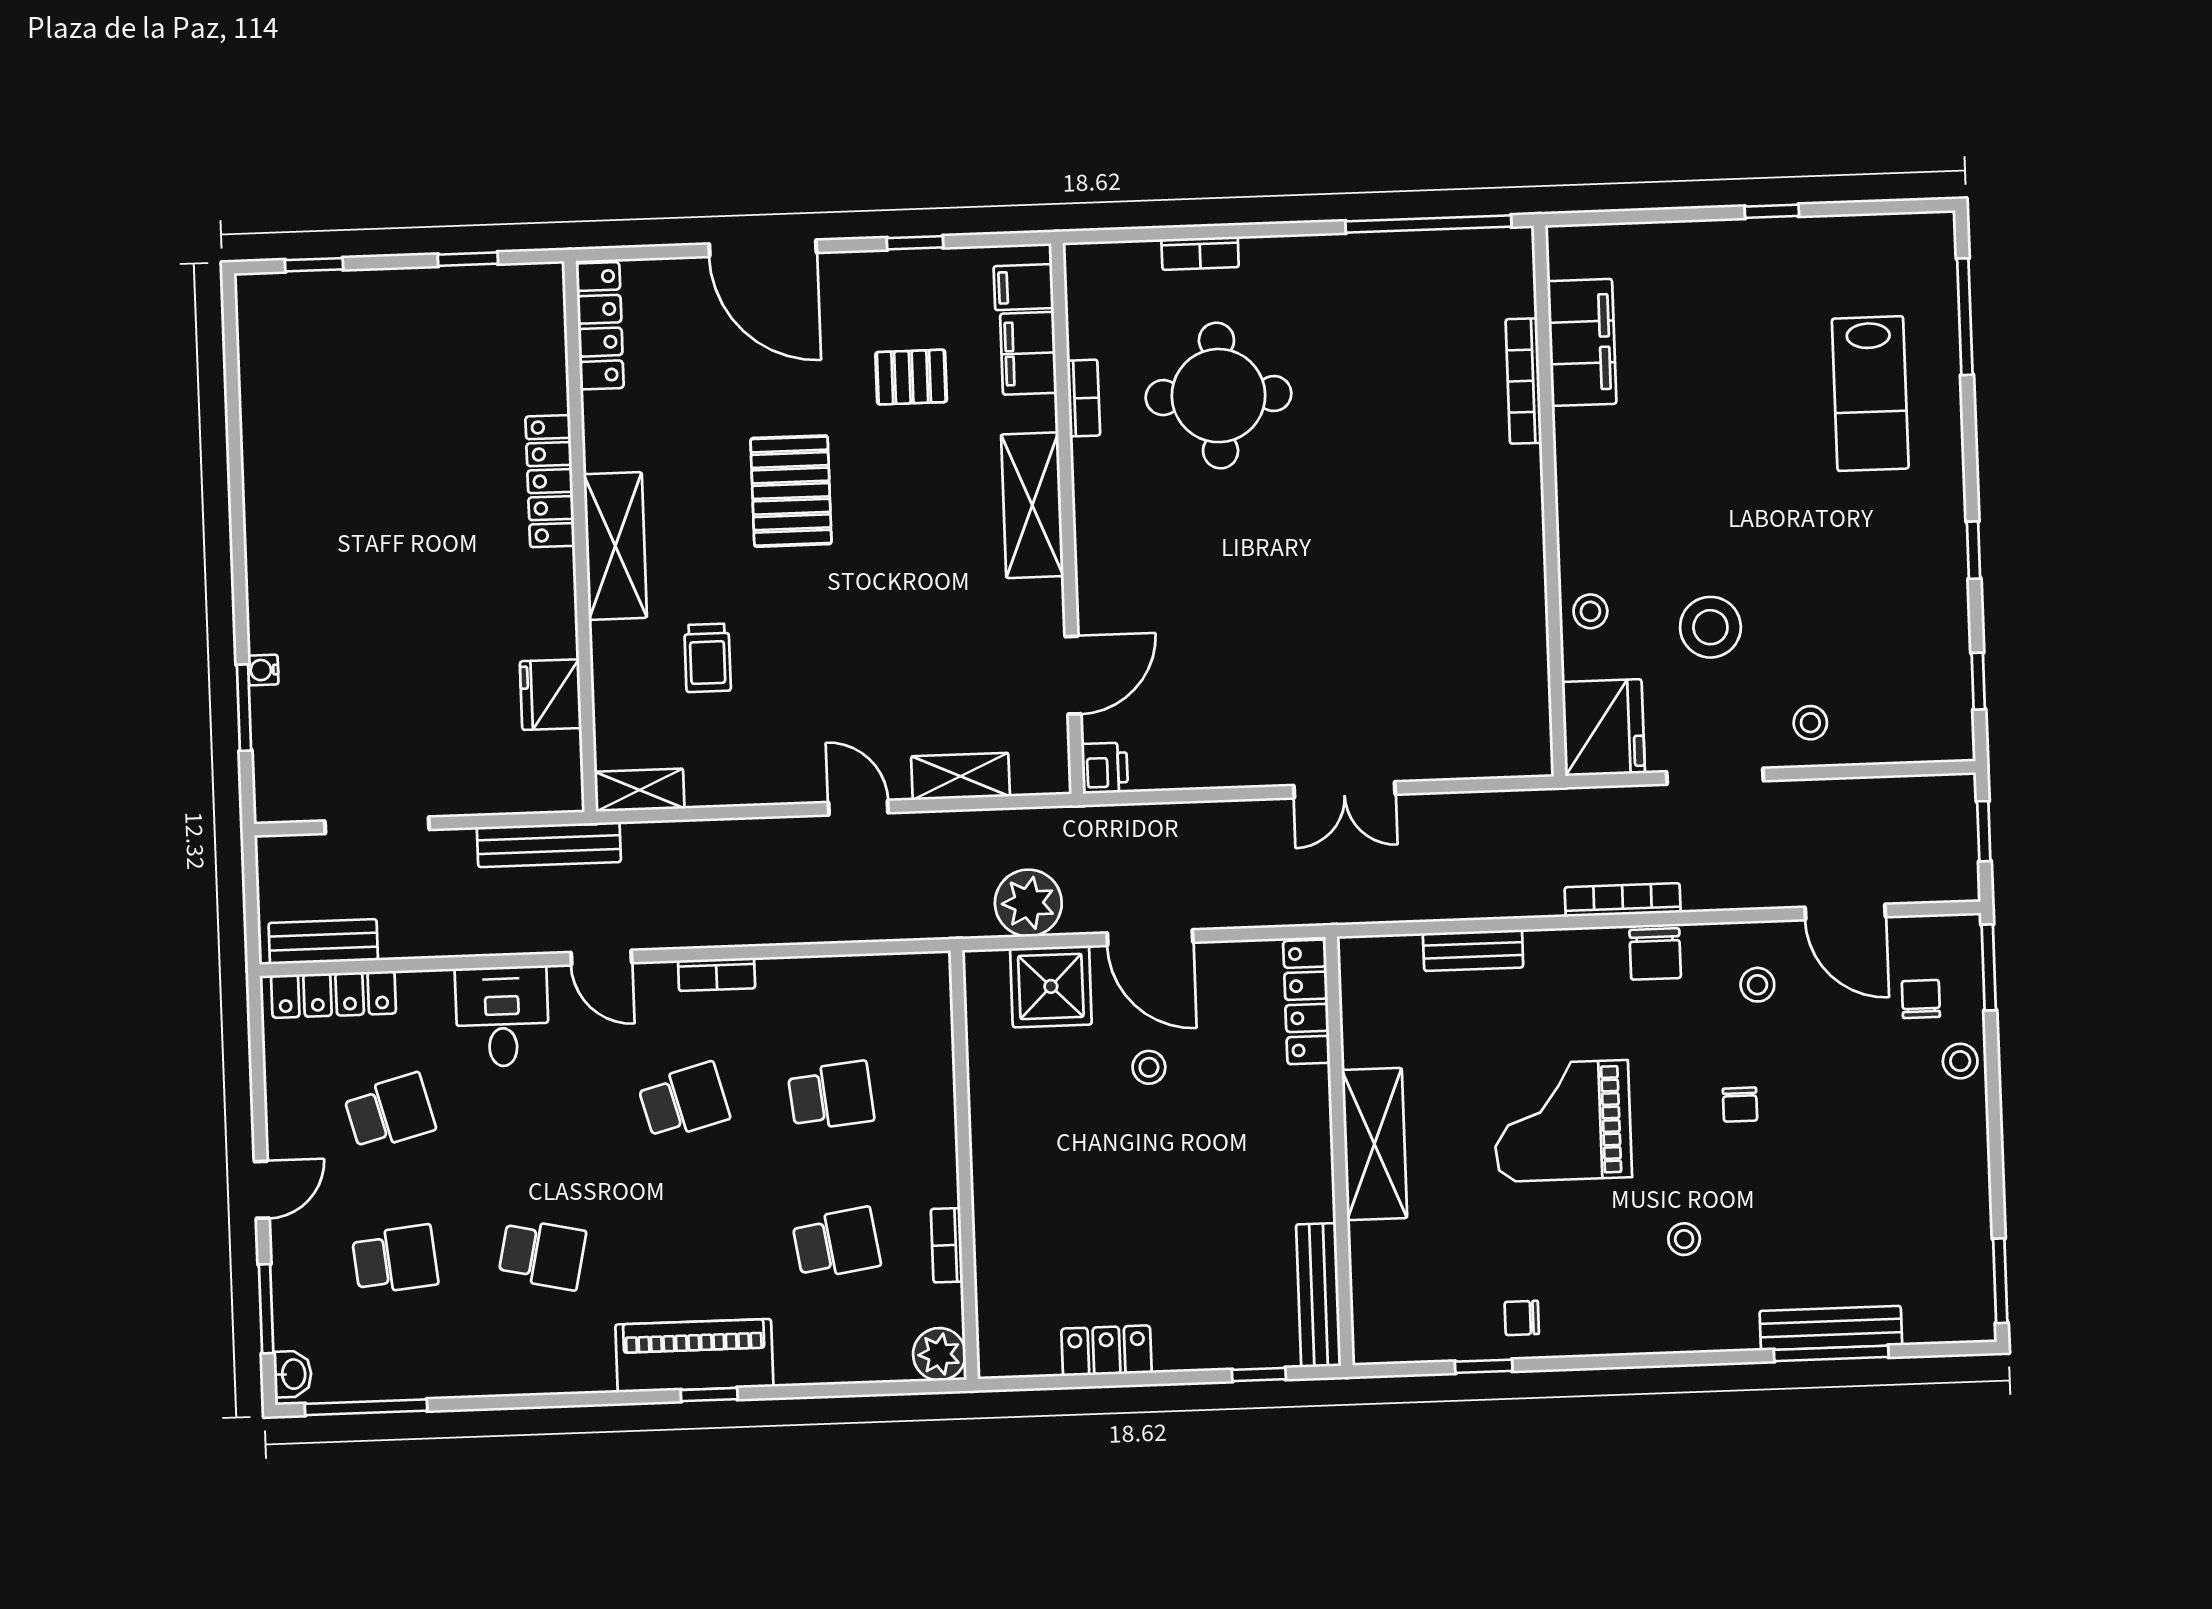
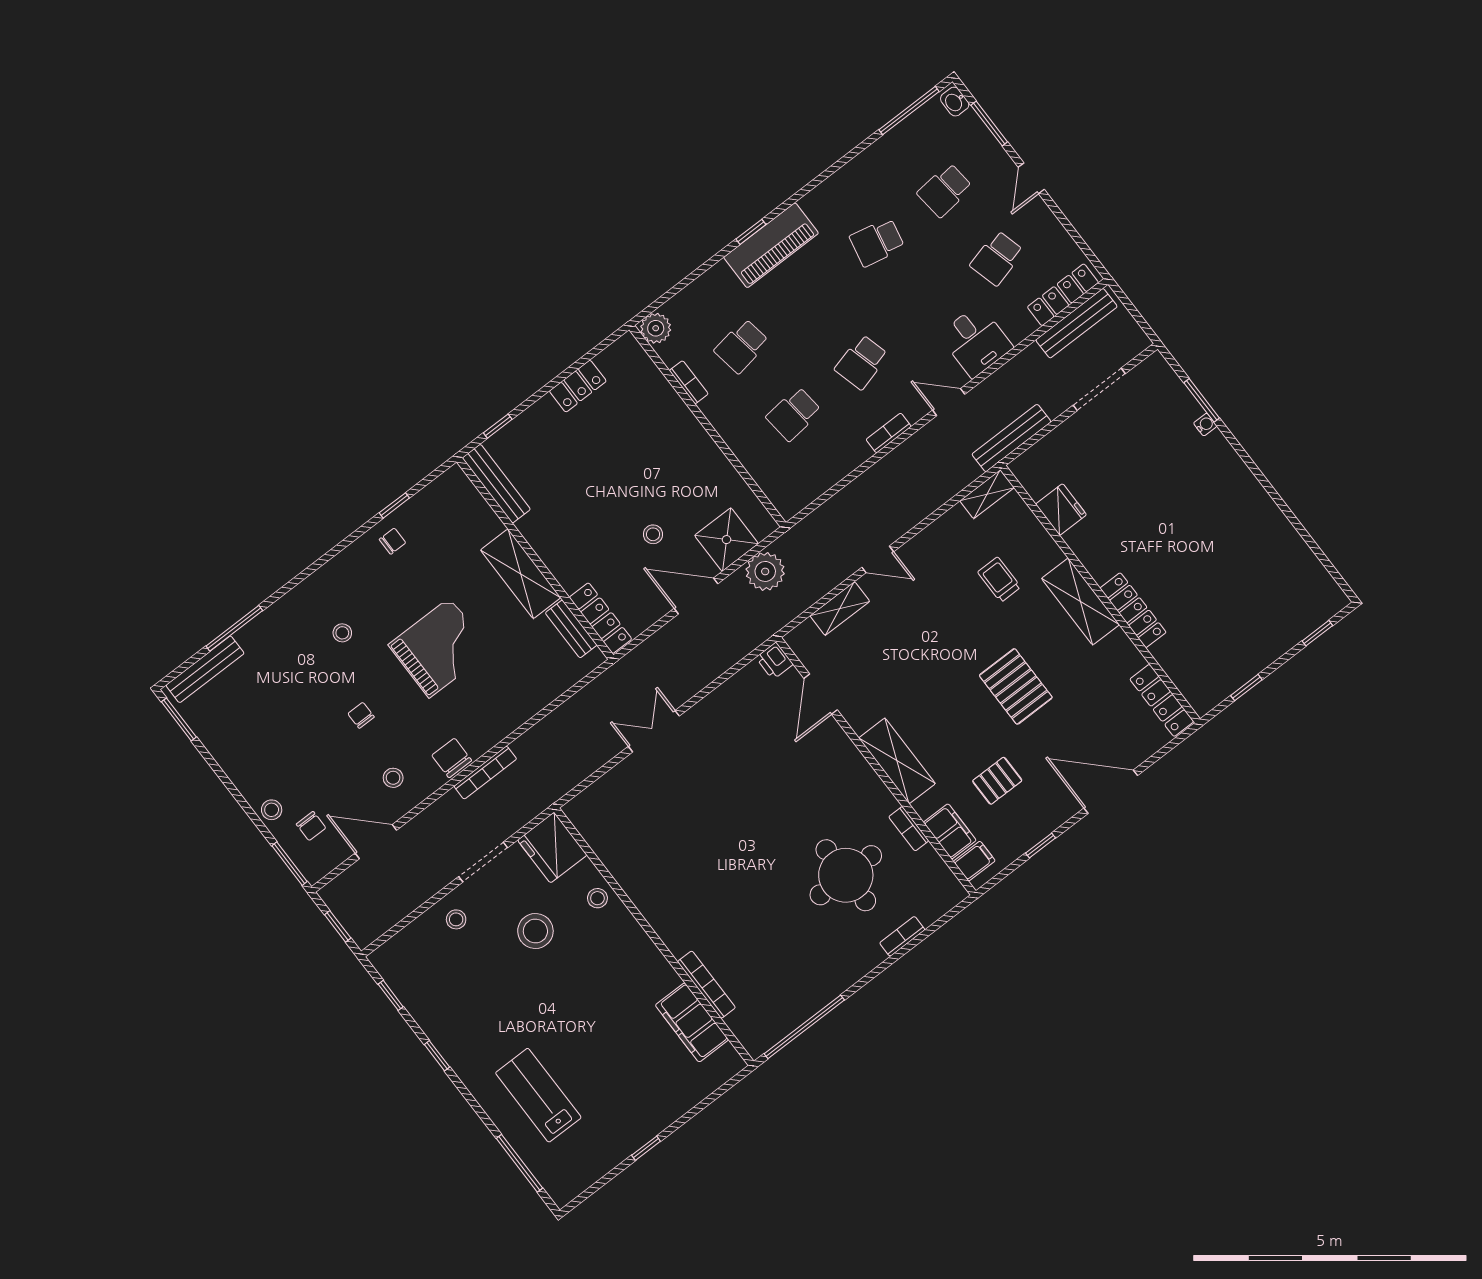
bench: (323, 942) -> (1077, 323), width x1.36
bench: (1473, 950) -> (571, 629), moved, turned 90
bench: (1831, 1328) -> (205, 669), moved

